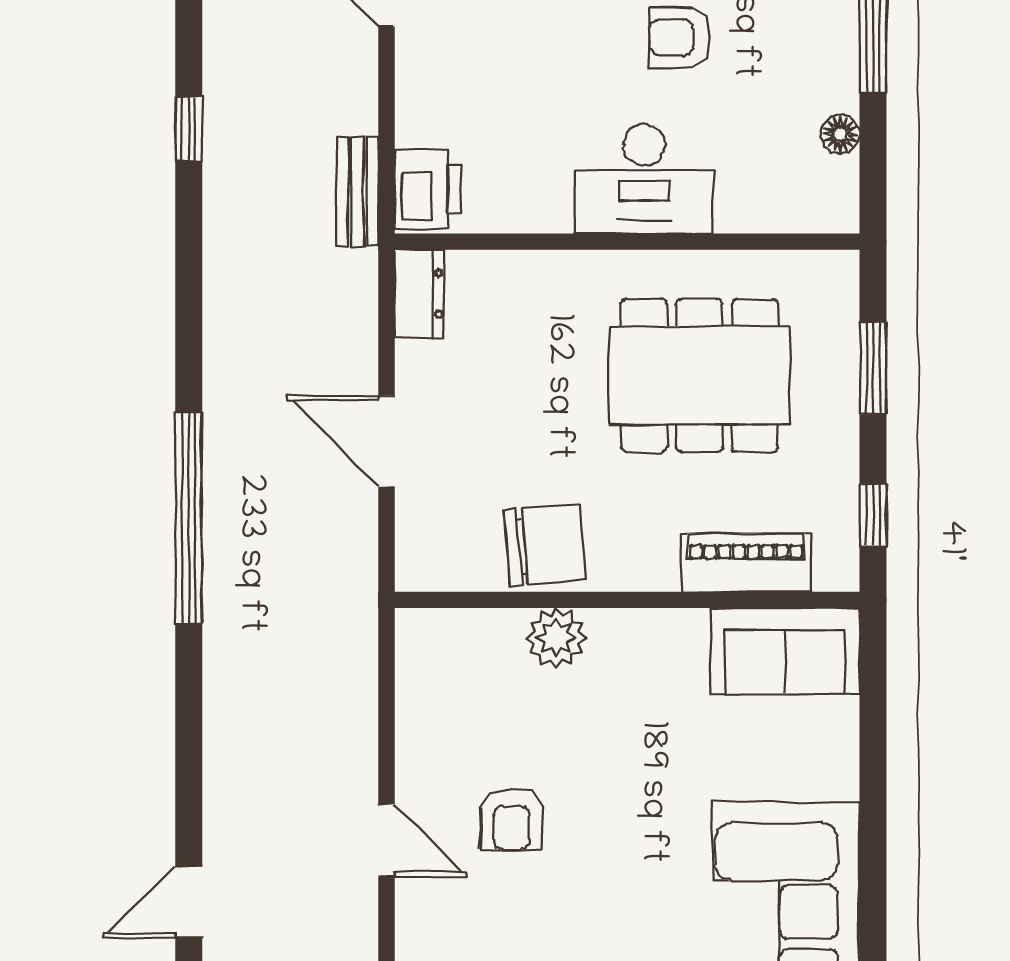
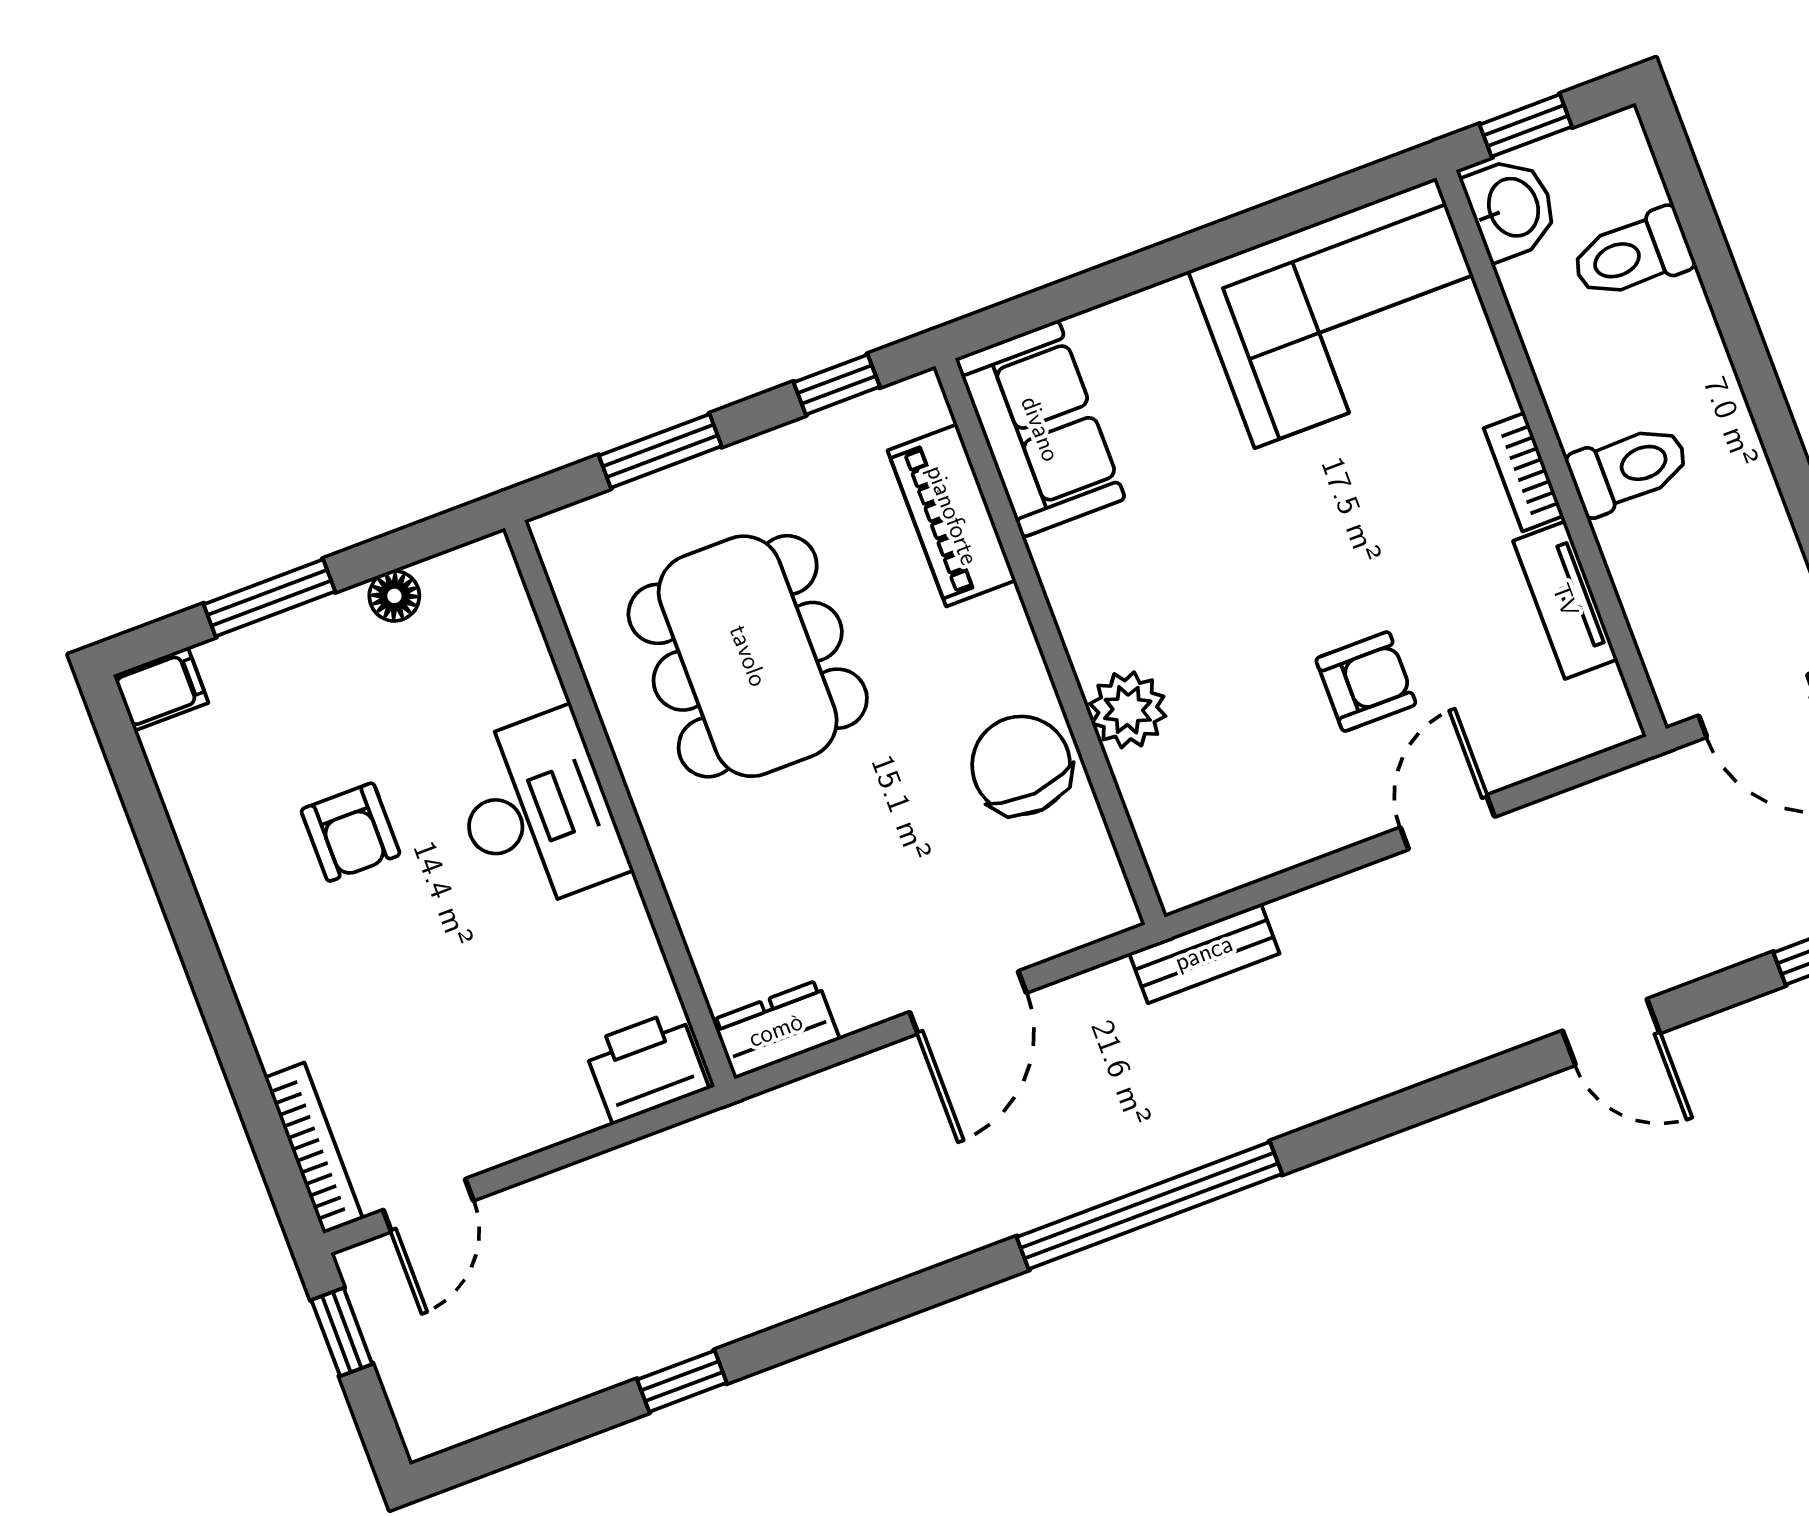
bench: (358, 191) -> (1204, 953), moved

